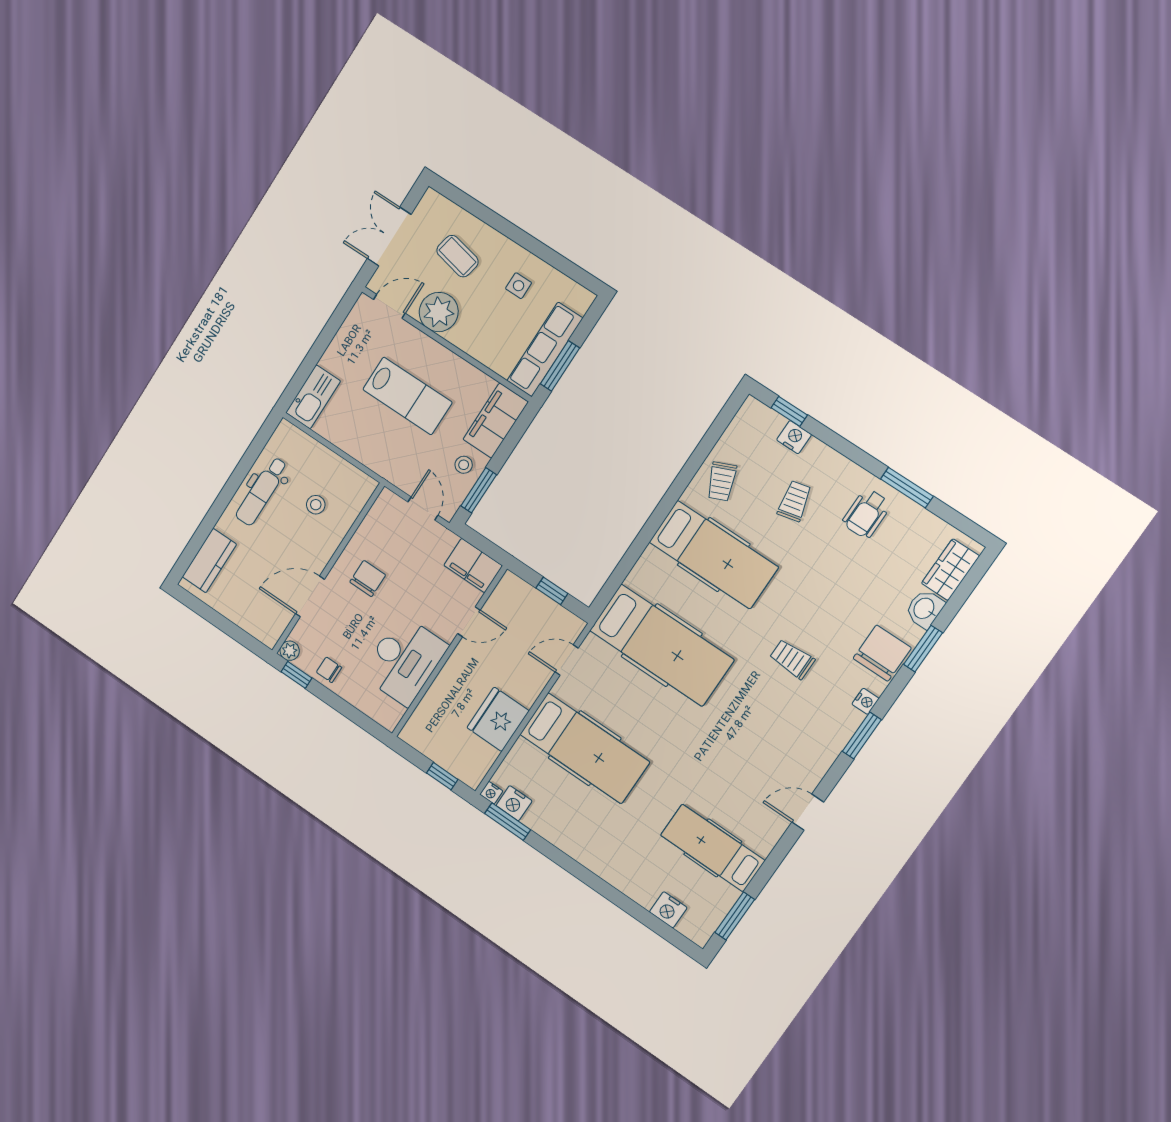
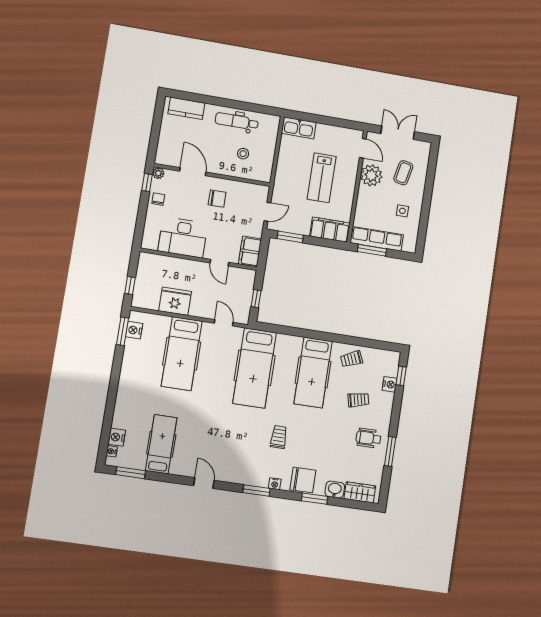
stool: (464, 465) -> (300, 223), removed
nightstand: (491, 793) -> (112, 451), moved

